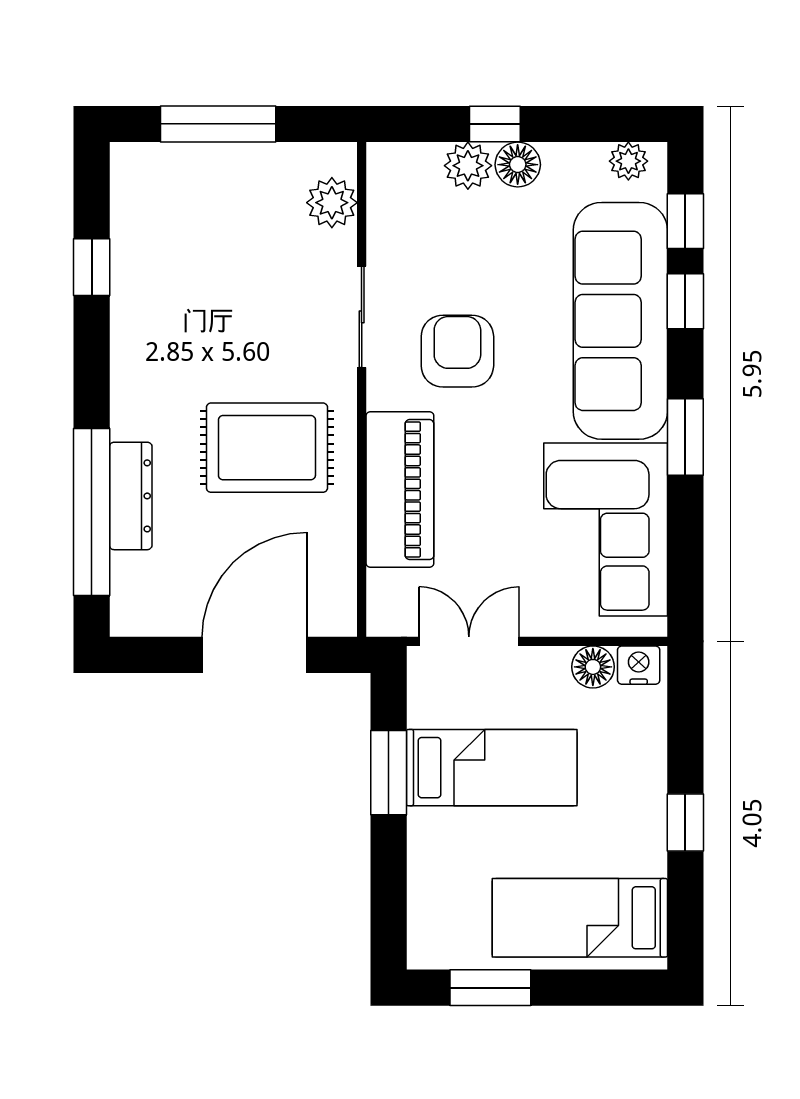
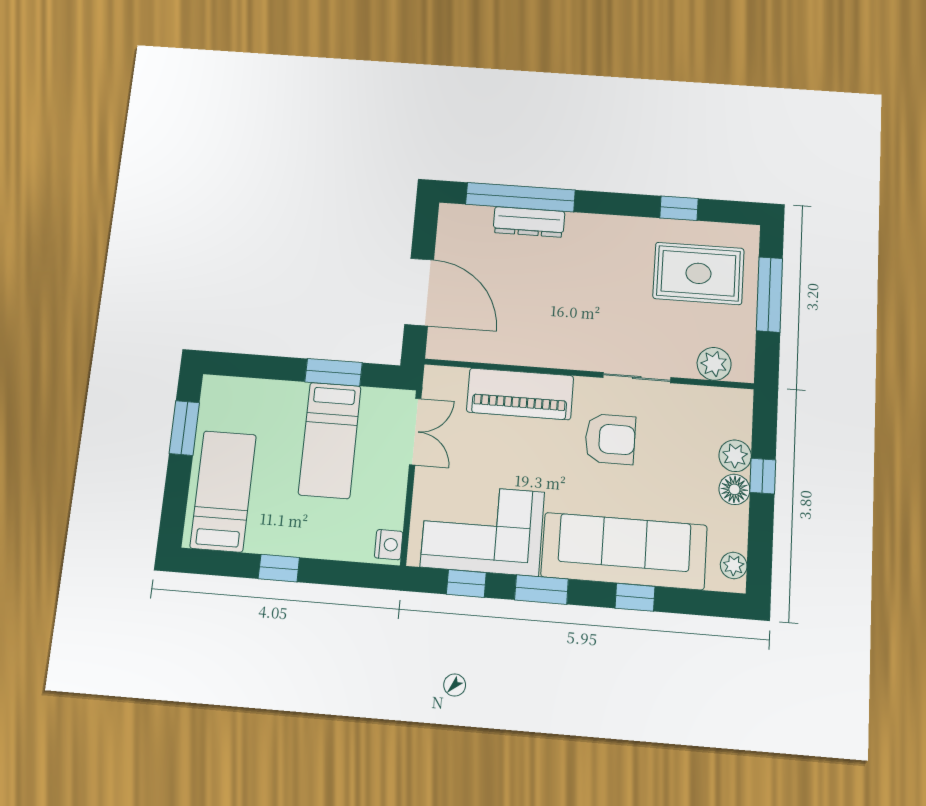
window: (685, 221) -> (466, 583), moved
rug: (267, 448) -> (698, 273), moved, turned 90
floor lamp: (593, 667) -> (390, 513), removed

